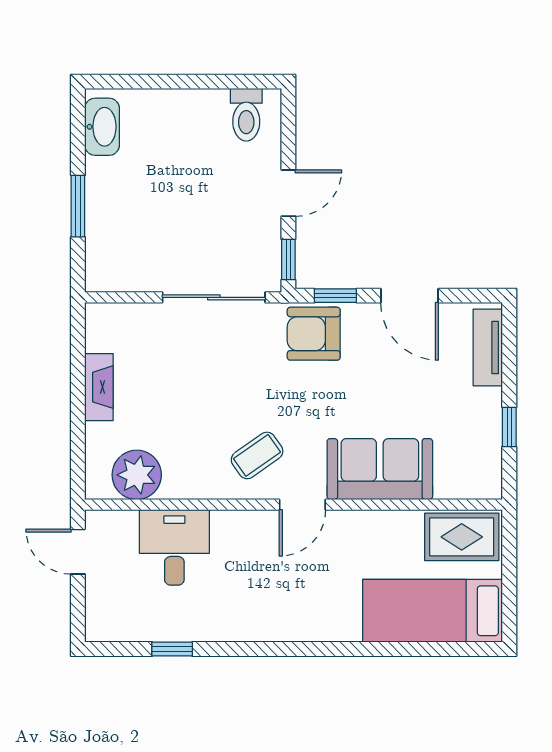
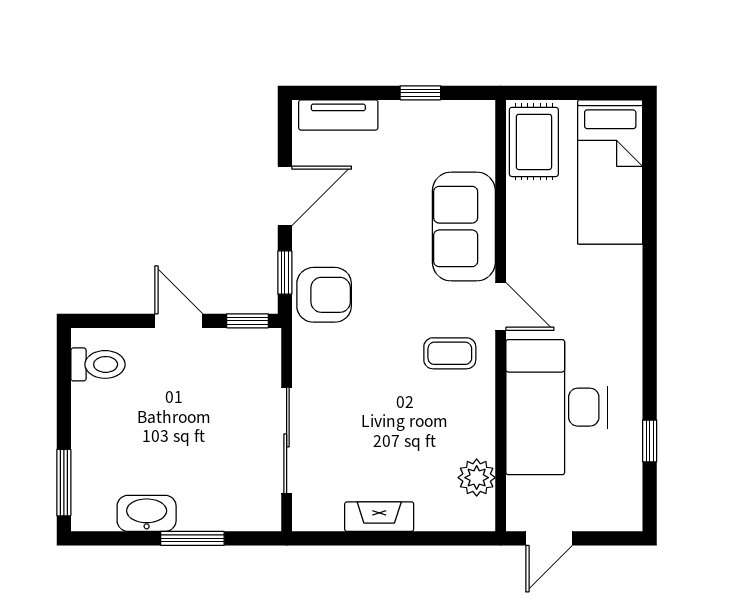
window: (132, 82) -> (64, 483), added
washbasin: (102, 127) -> (147, 513), moved
sliding door: (214, 297) -> (287, 440), moved
armchair: (314, 334) -> (324, 295), turned -90
coffee table: (257, 455) -> (450, 353), turned -55
plant: (137, 475) -> (477, 478), width x0.73, depth x0.73
desk: (174, 547) -> (556, 407), width x1.87, depth x1.30

